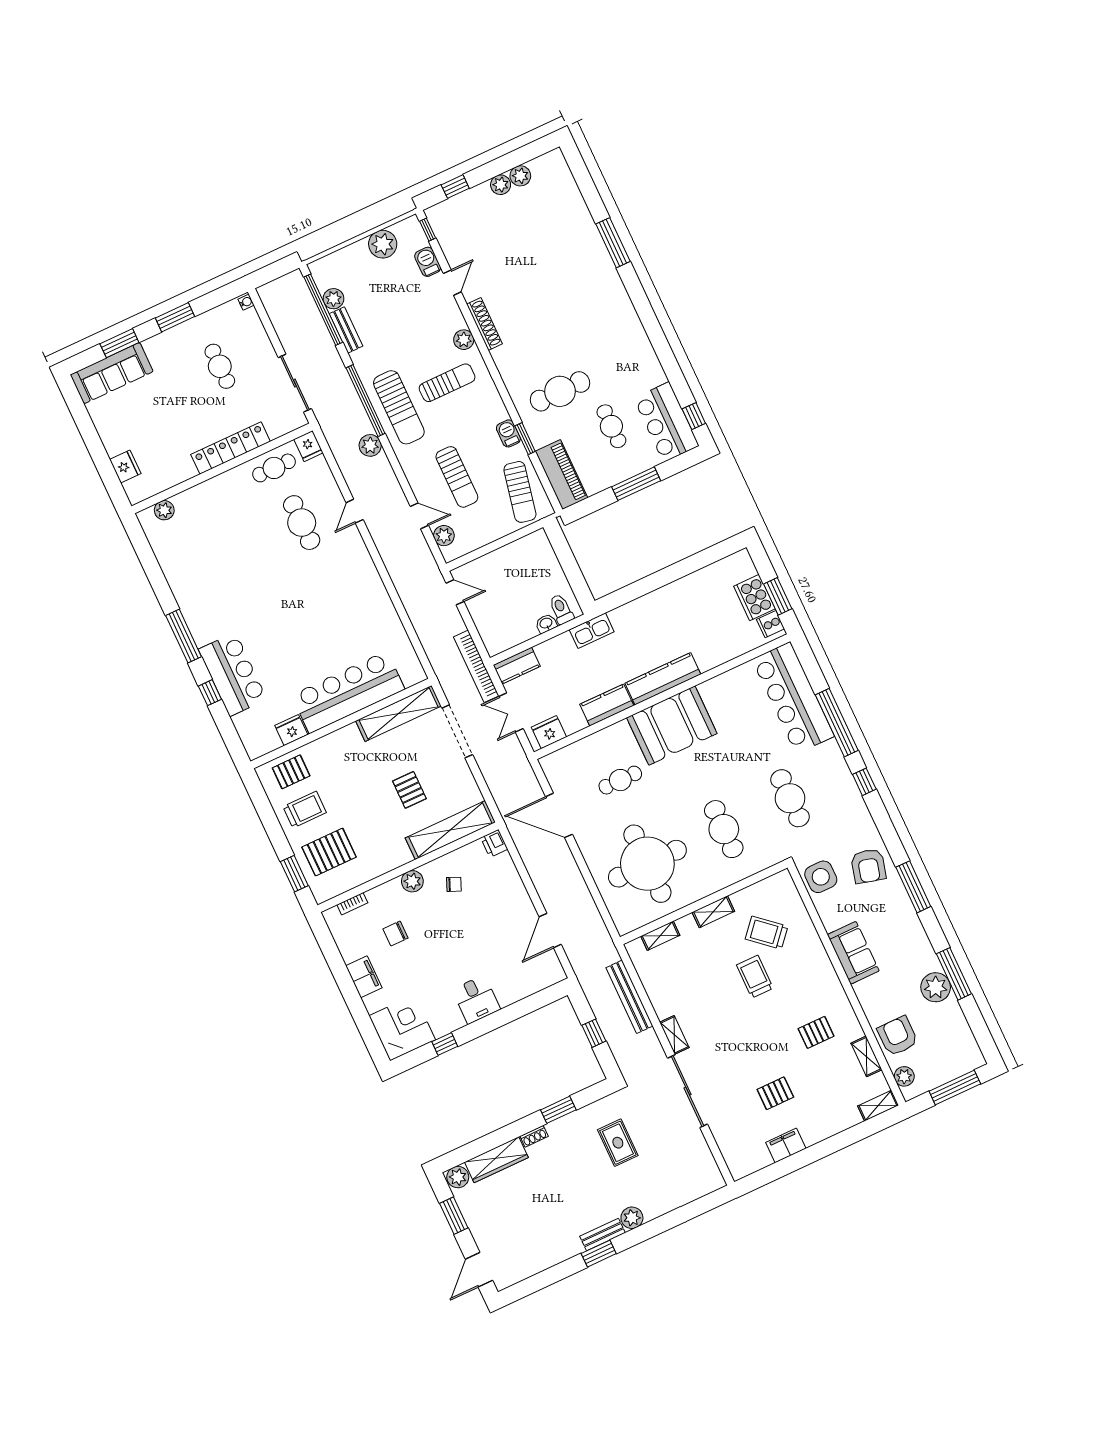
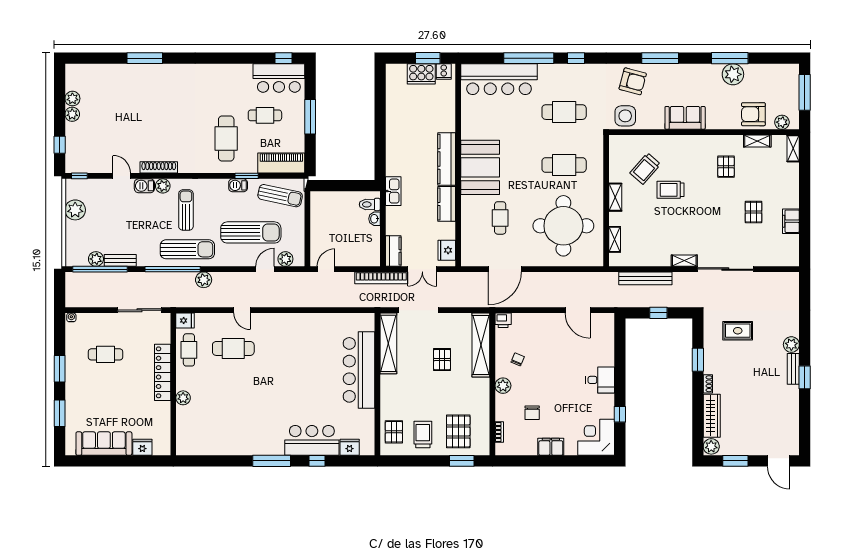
barbecue: (428, 262) -> (144, 186), moved
sofa: (112, 373) -> (104, 444), moved, turned -90
sun lounger: (457, 477) -> (251, 232), width x1.36, depth x1.34
plant: (164, 510) -> (183, 398), moved
fridge: (291, 730) -> (350, 447), moved, turned 90
pallet: (409, 790) -> (442, 360), turned 90

